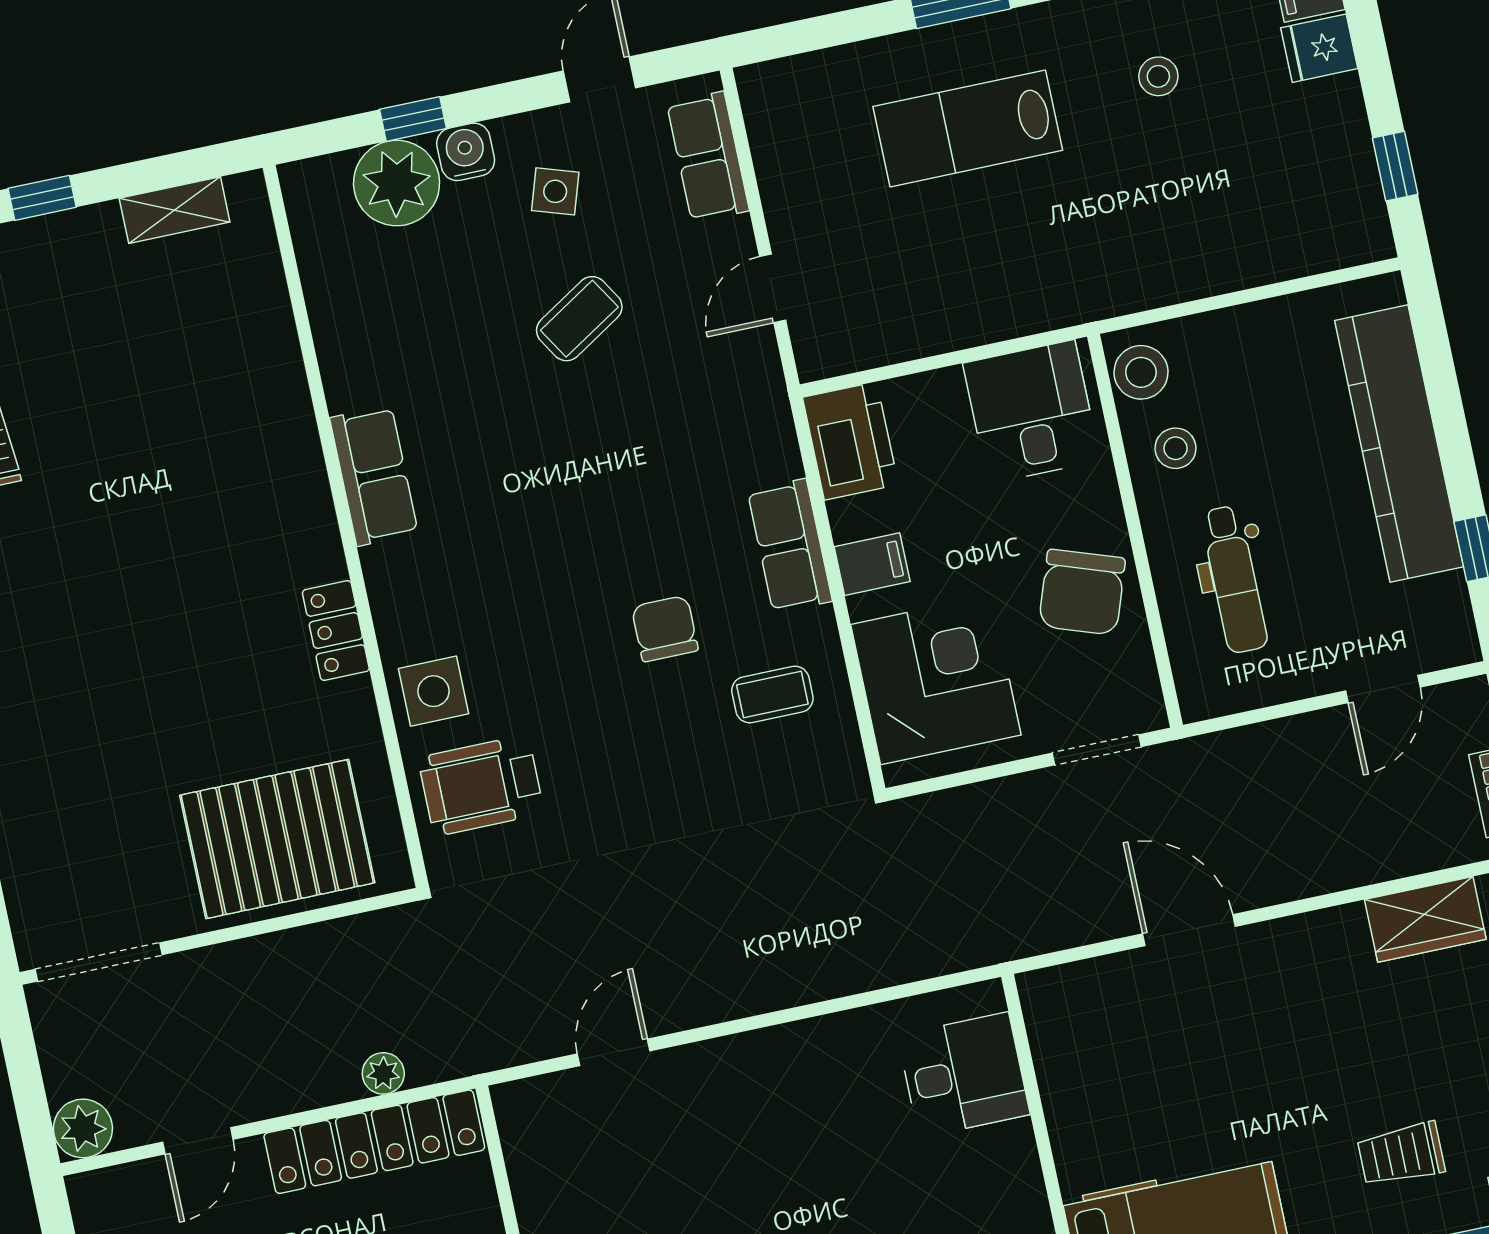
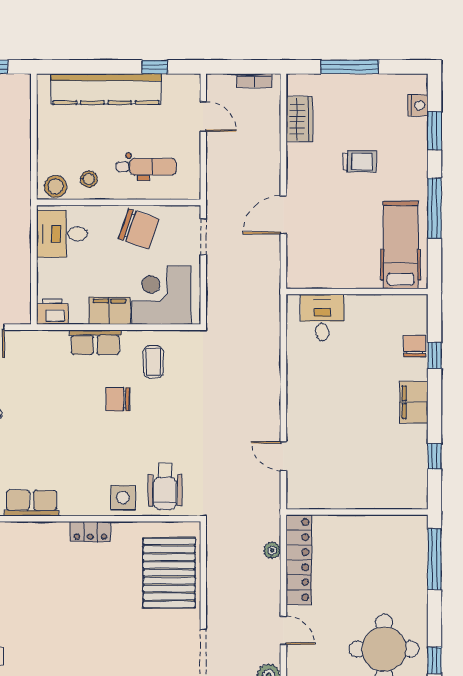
printer: (850, 441) -> (52, 311), width x0.73, depth x0.84
filing cabinet: (872, 564) -> (110, 311), width x2.00
trolley: (1401, 1154) -> (360, 161), moved, turned -90

